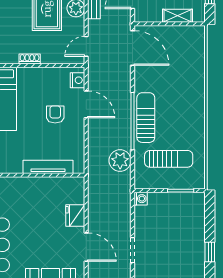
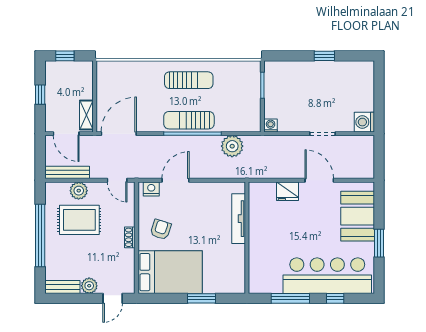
shelving: (177, 16) -> (86, 115), moved
armchair: (55, 114) -> (161, 229), moved, turned 108
sun lounger: (169, 159) -> (189, 80), moved, turned 90
door: (86, 247) -> (319, 180), hinge flipped

